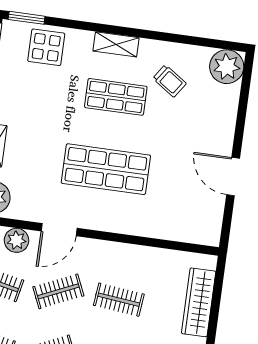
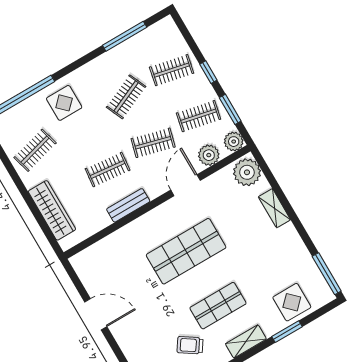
window: (27, 18) -> (287, 332), moved
bench: (126, 252) -> (128, 205), added
clothes rail: (58, 291) -> (153, 143), turned 39

